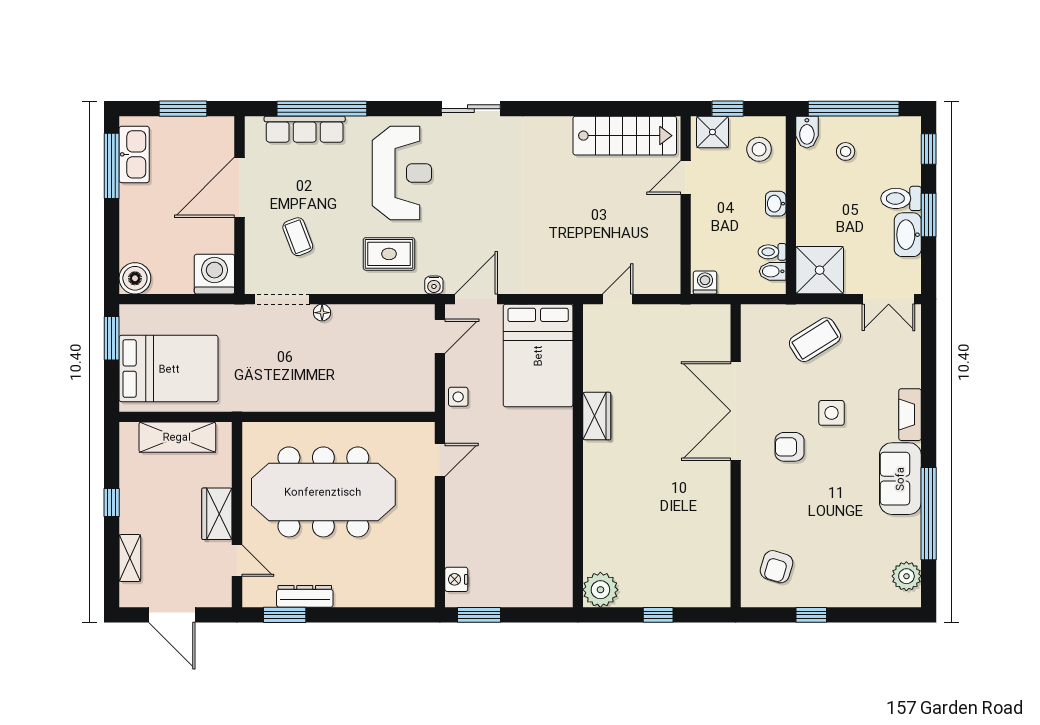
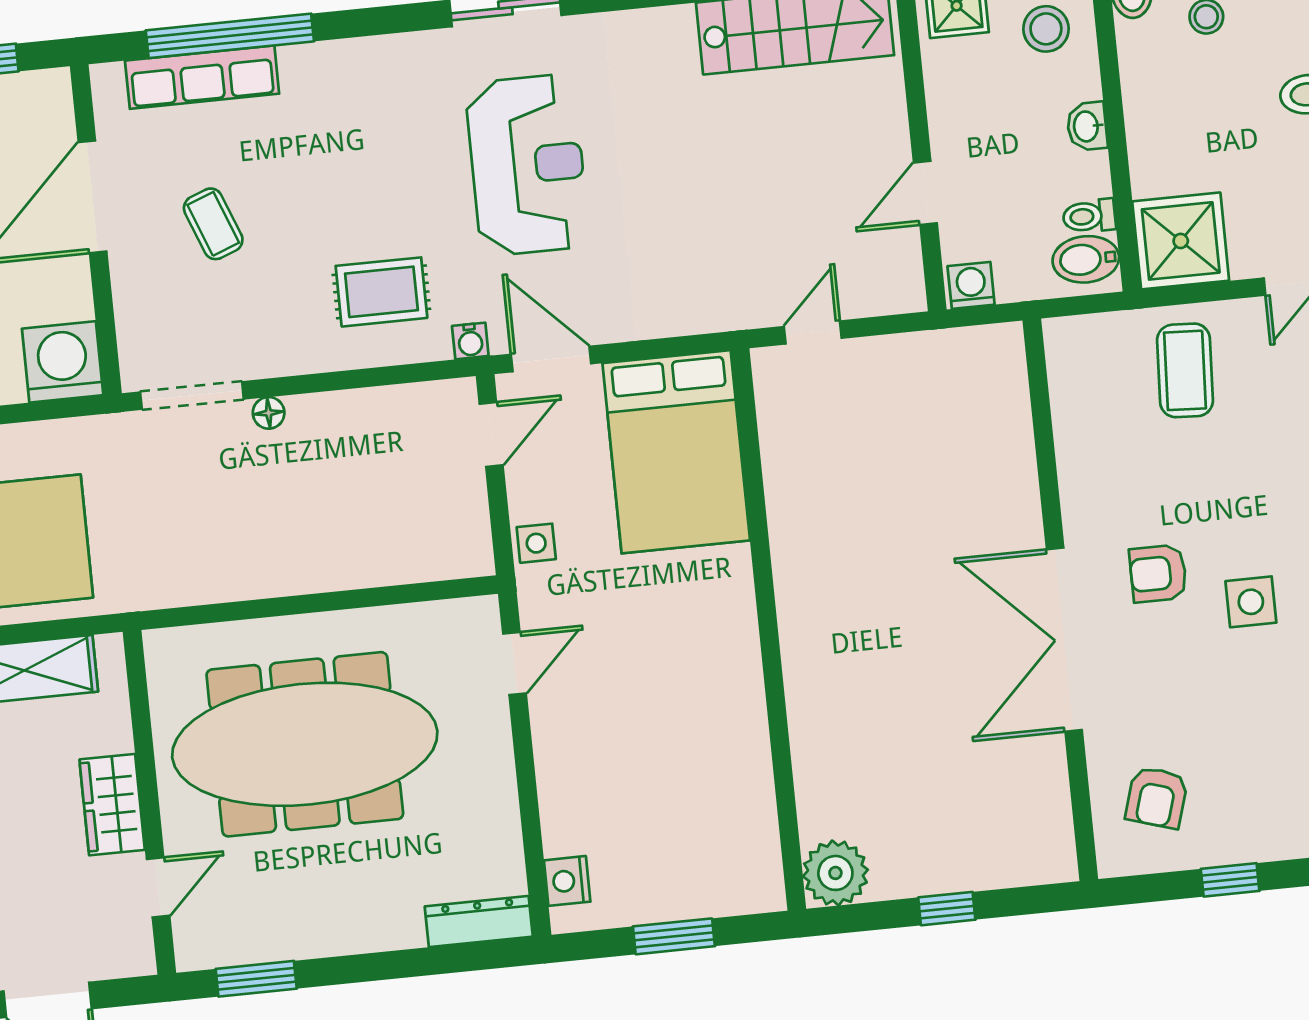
reception desk: (402, 173) -> (527, 165), moved
door: (686, 177) -> (925, 193), moved
coffee table: (298, 237) -> (213, 224), moved
bidet: (773, 271) -> (1086, 259), width x1.38, depth x1.36
door: (476, 299) -> (551, 359), hinge flipped
coffee table: (815, 340) -> (1185, 370), turned -55
double door: (736, 411) -> (1064, 640), moved
side table: (831, 413) -> (1251, 602), moved
wardrobe: (597, 416) -> (796, 553), removed
door: (237, 561) -> (158, 887), hinge flipped
dresser: (305, 596) -> (479, 922), moved
window: (479, 615) -> (674, 936), moved

